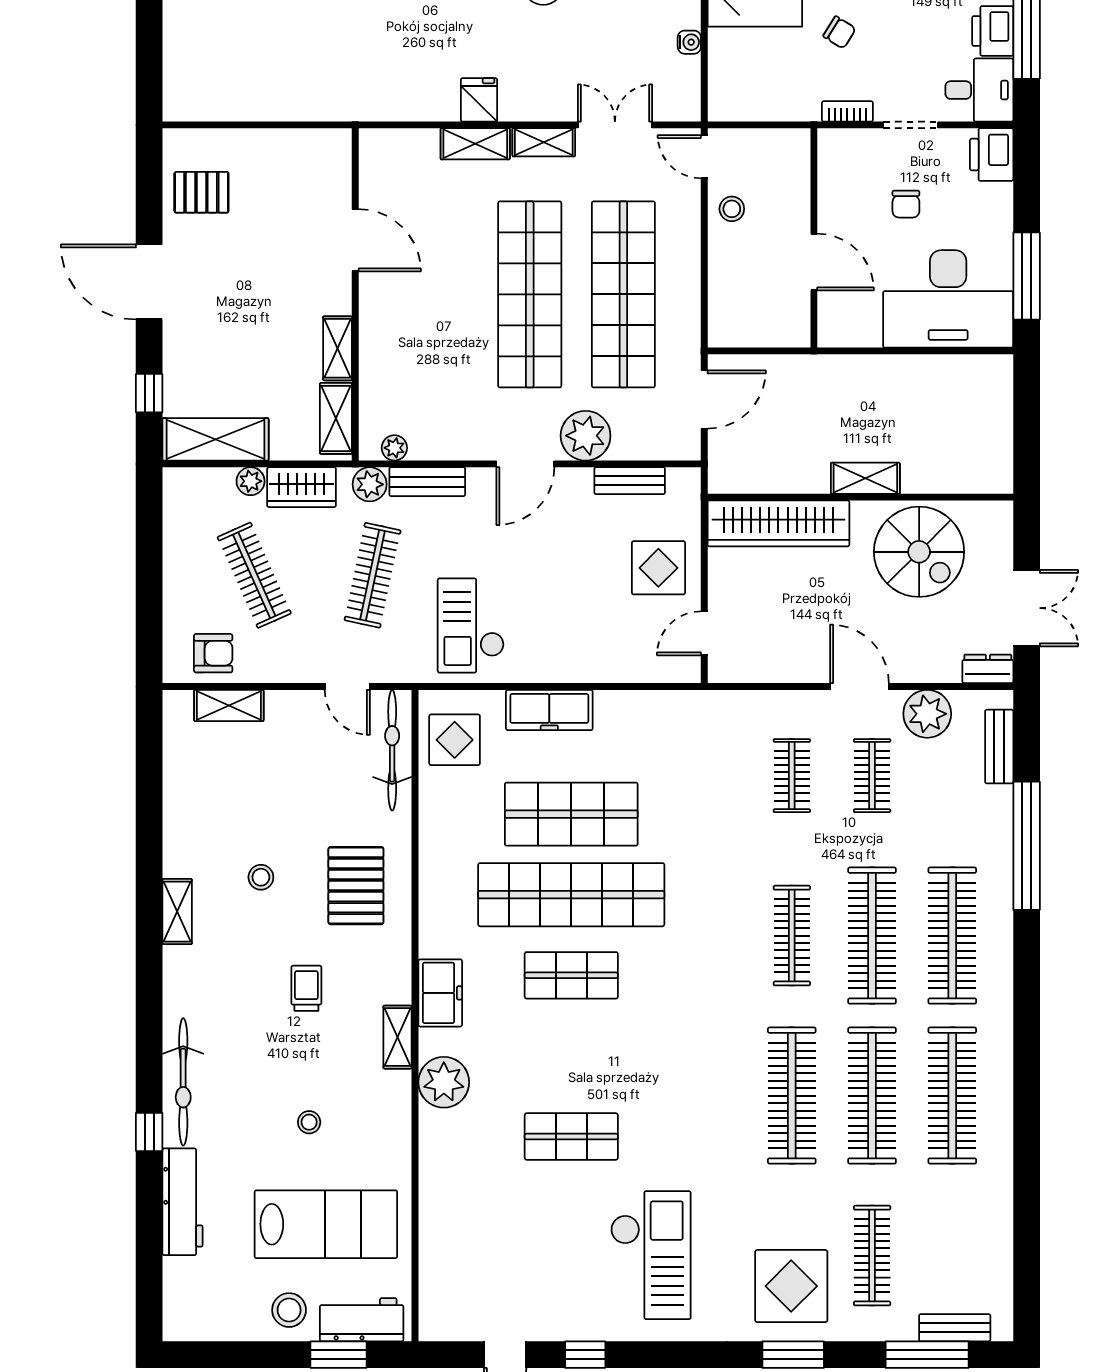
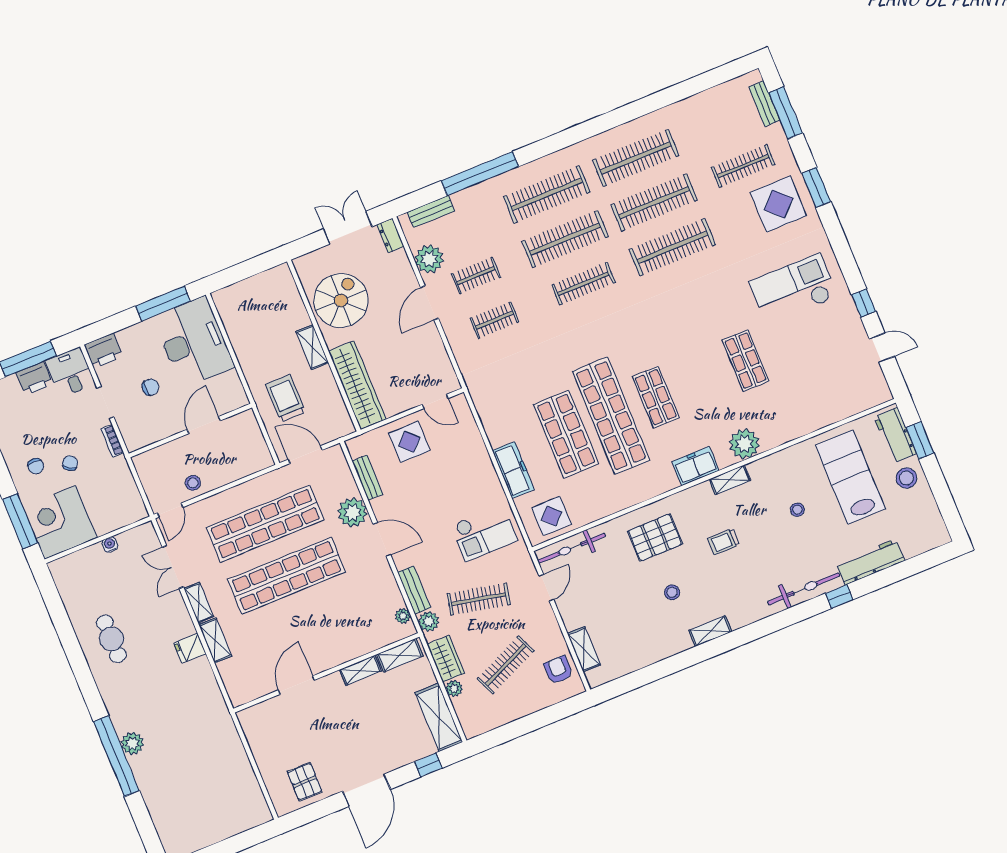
trolley: (803, 405) -> (285, 398), added

